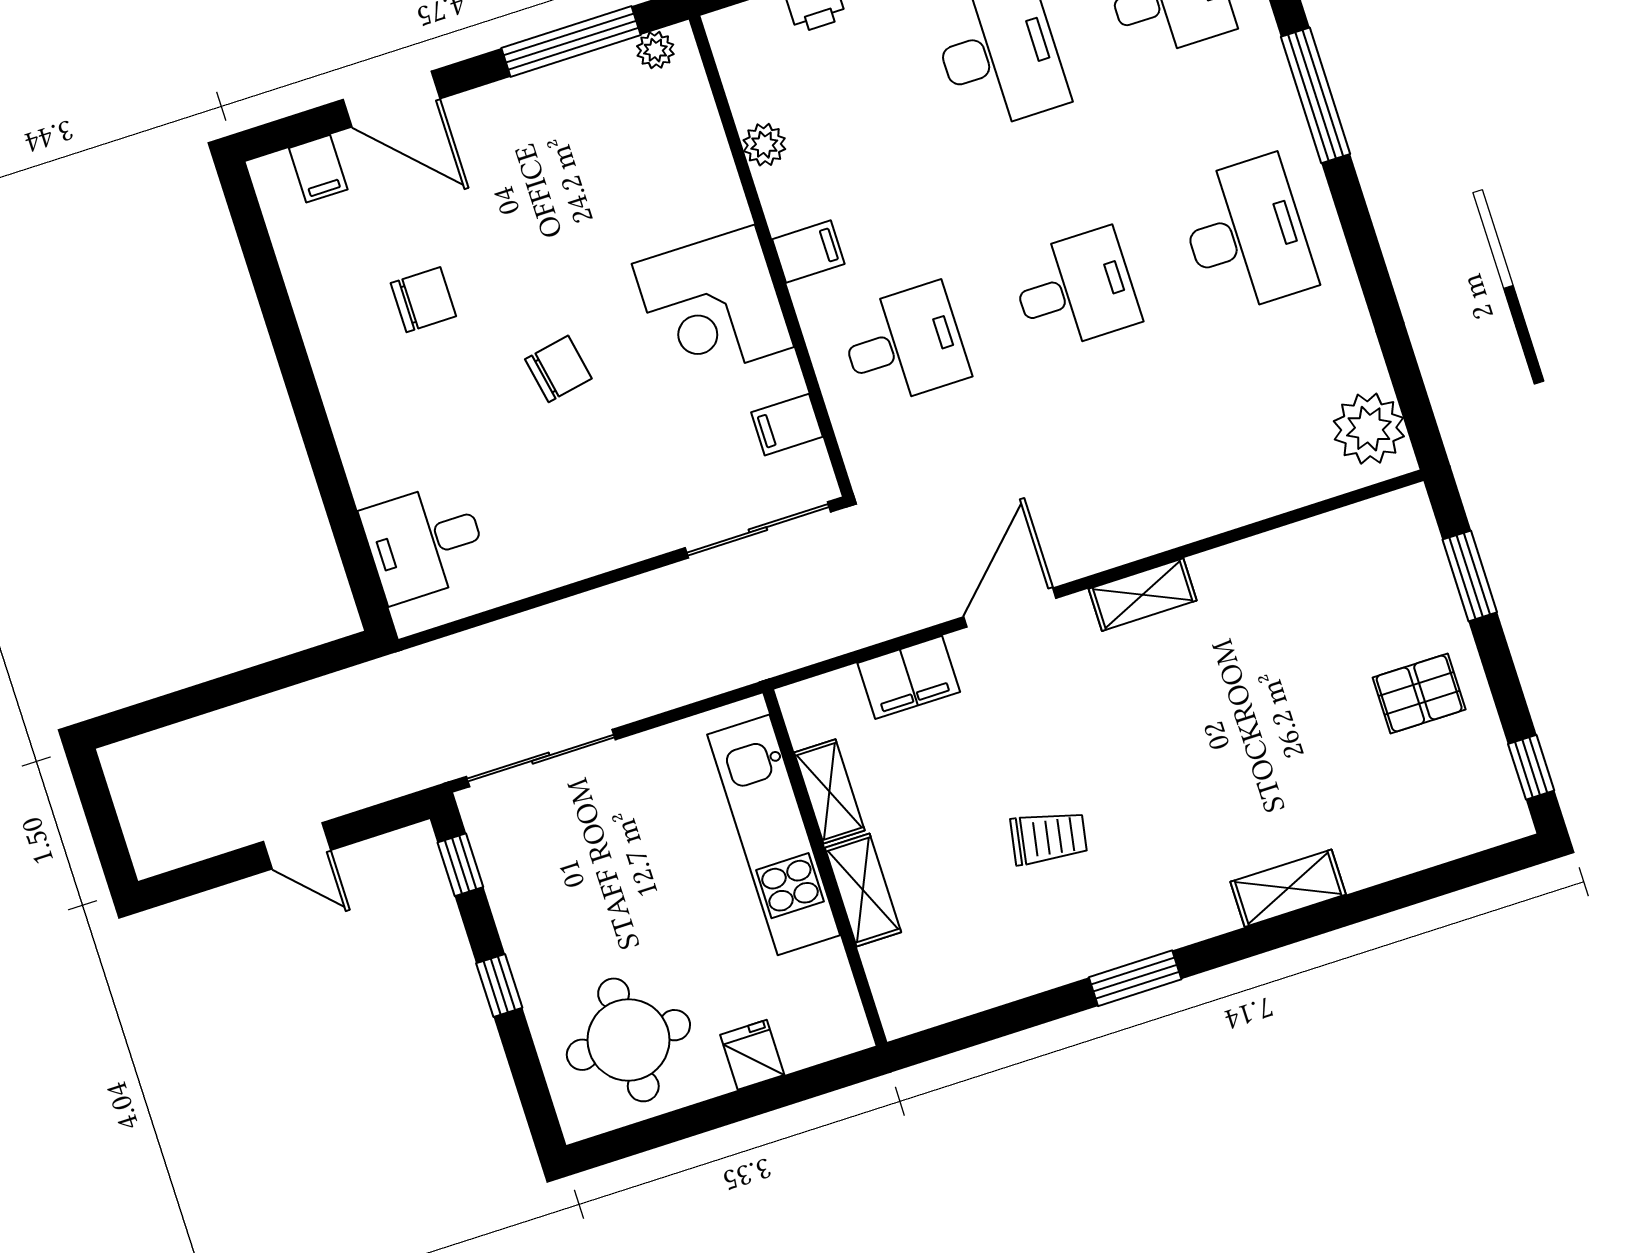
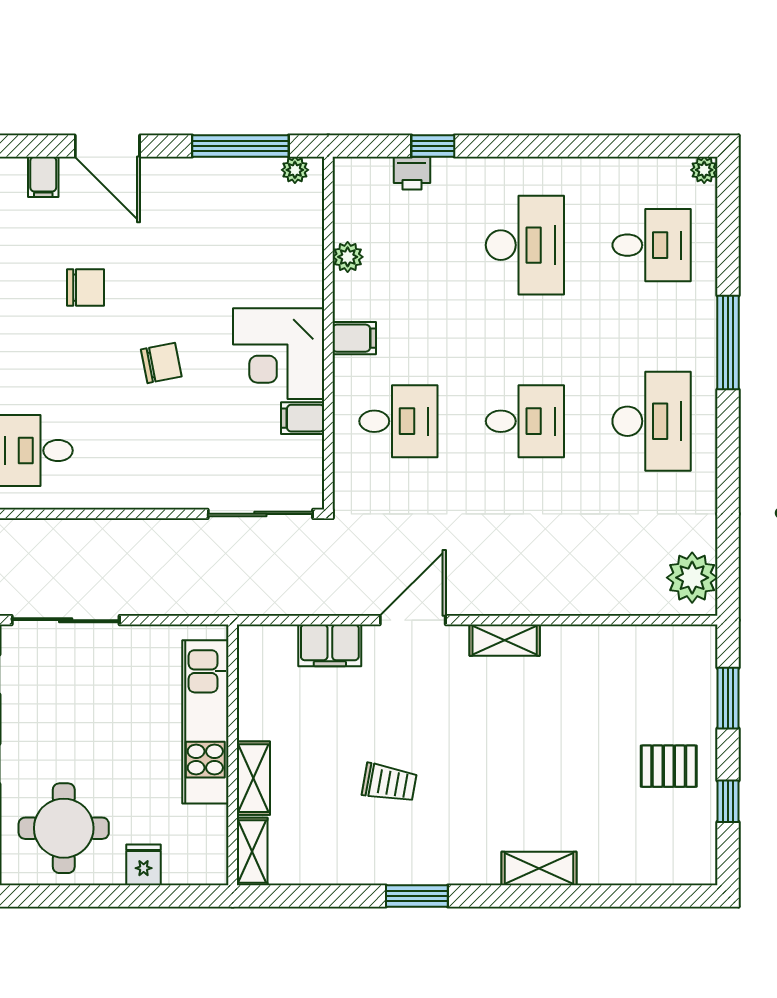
filing cabinet: (787, 425) -> (303, 418), moved
window: (1531, 767) -> (728, 801), moved
shelving: (829, 791) -> (252, 851), moved

